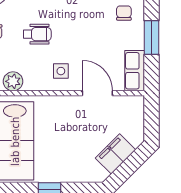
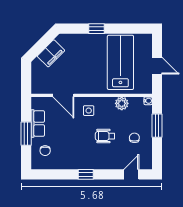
row of seats: (135, 71) -> (38, 123), moved

